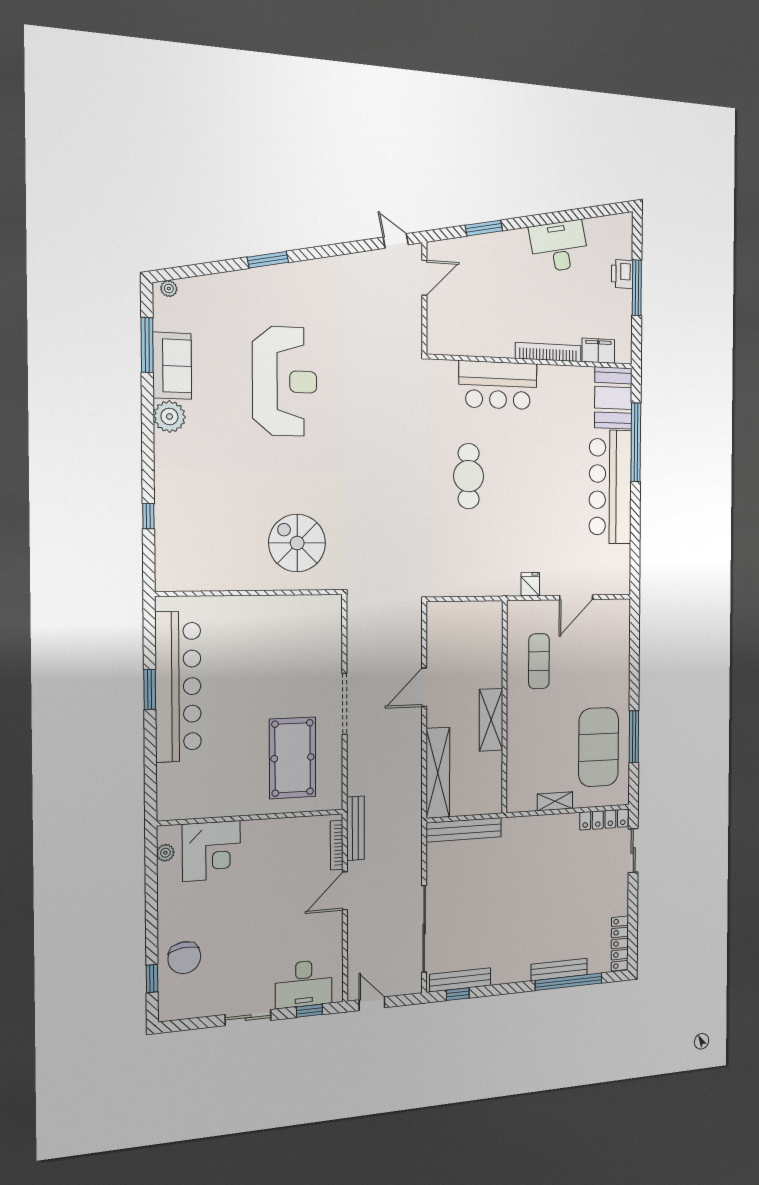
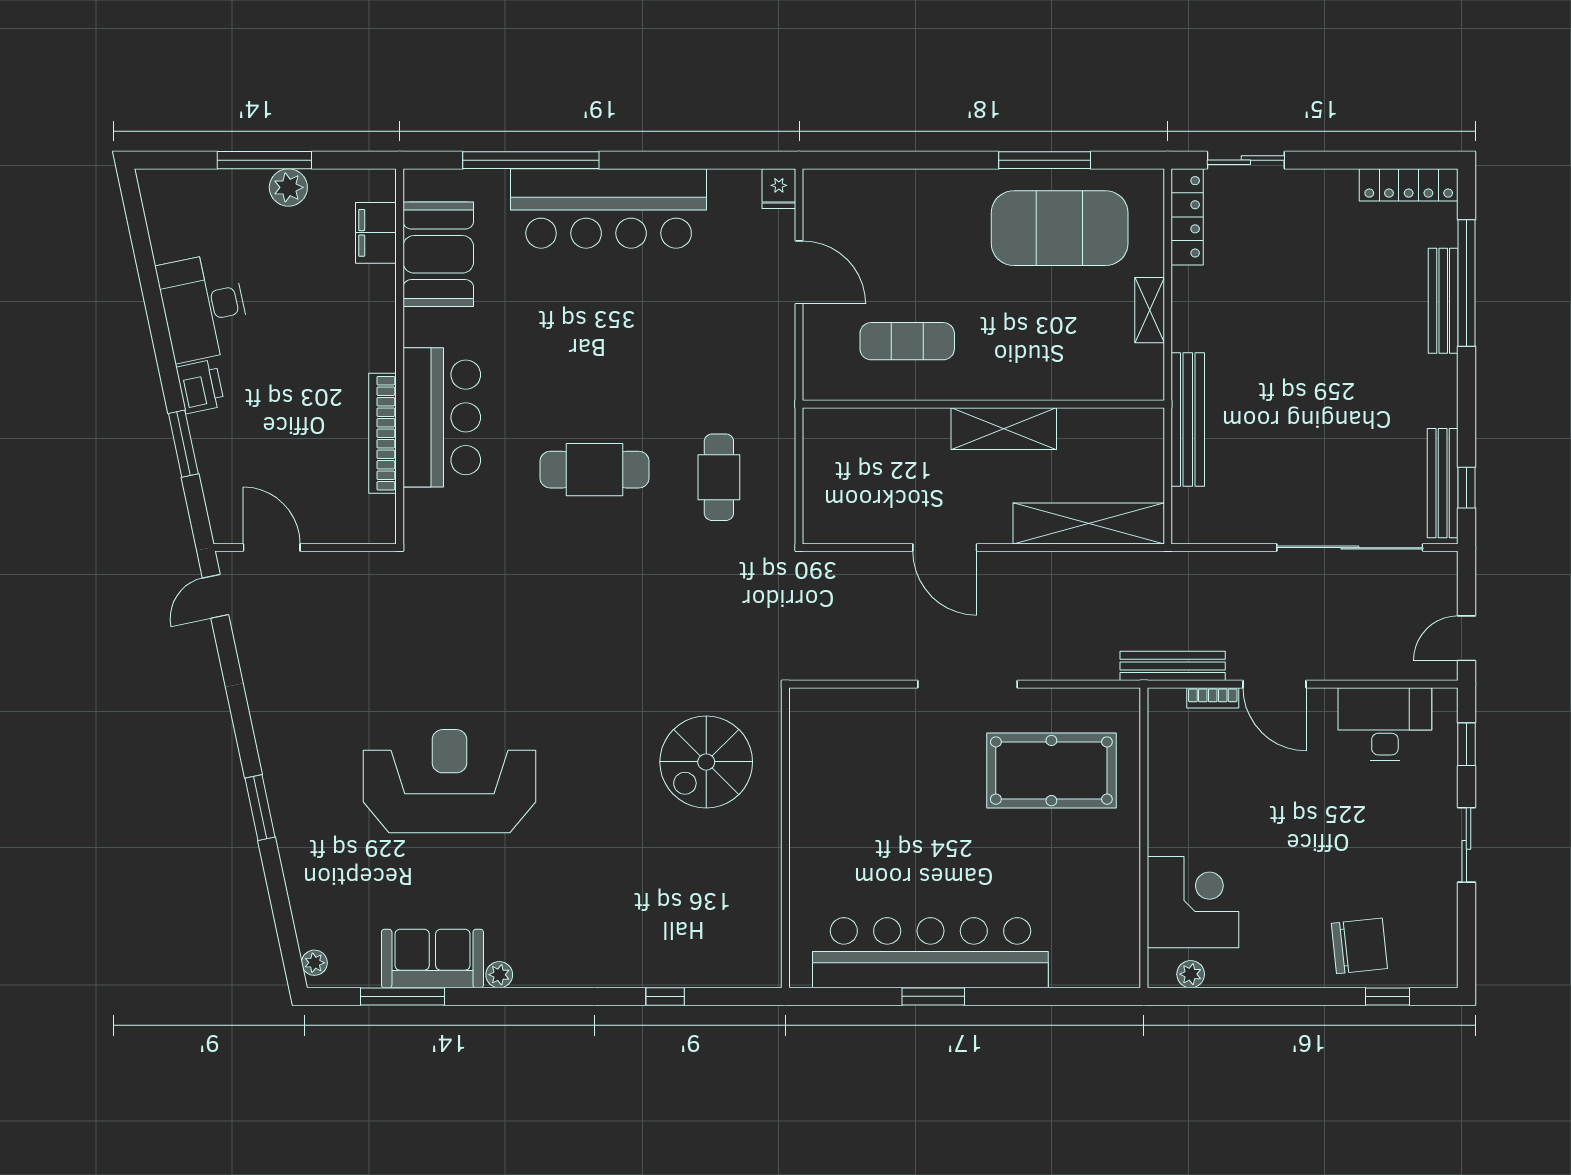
printer: (622, 274) -> (200, 386), moved, turned -102
plant: (622, 301) -> (288, 187), added
bookcase: (548, 352) -> (383, 433), moved
booth: (613, 398) -> (438, 254), moved, turned 90
plant: (169, 417) -> (499, 975), width x0.53, depth x0.53
cafe table: (464, 551) -> (719, 477), added
fridge: (530, 584) -> (779, 189), moved, turned -90
bench: (464, 830) -> (1188, 420), moved
bookcase: (337, 845) -> (1213, 698), width x0.64
desk: (304, 984) -> (1385, 724), moved, turned -90

